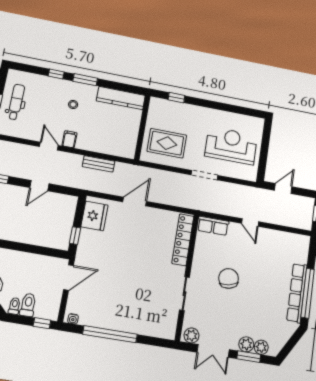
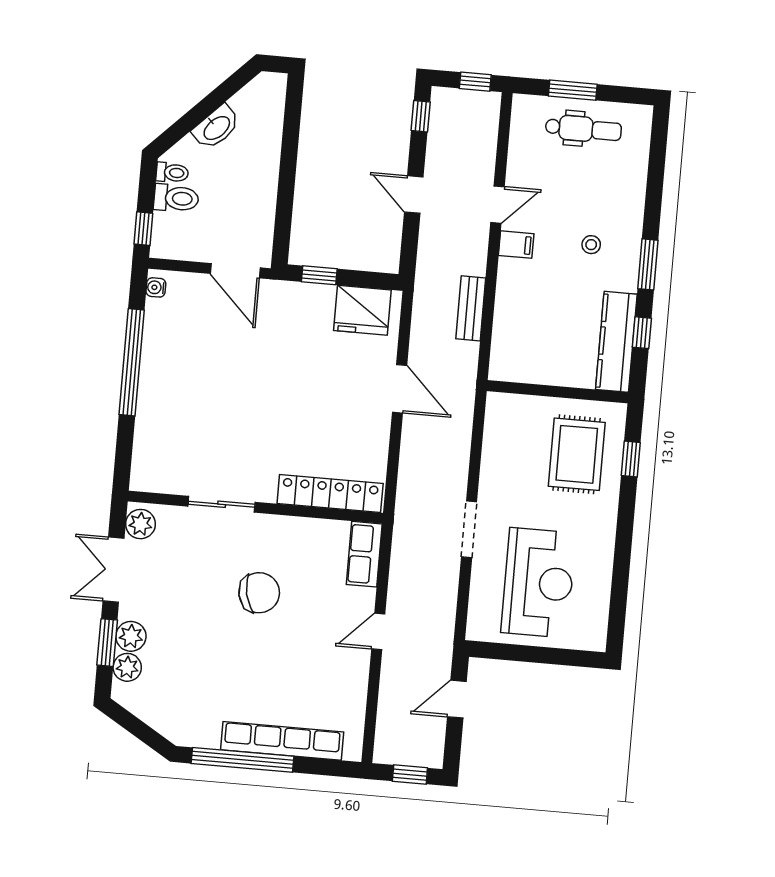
window: (56, 74) -> (642, 333), moved
rug: (167, 143) -> (577, 454), moved
door: (283, 189) -> (457, 699), swing flipped
row of seats: (297, 293) -> (282, 741), moved

